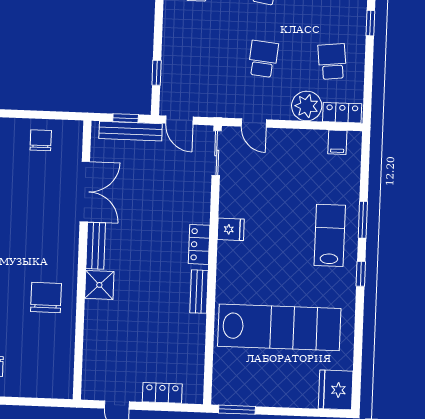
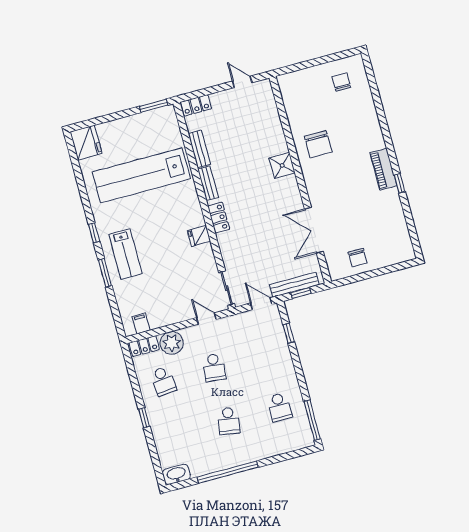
bench: (96, 246) -> (199, 149), moved
locker: (162, 393) -> (196, 105), moved

